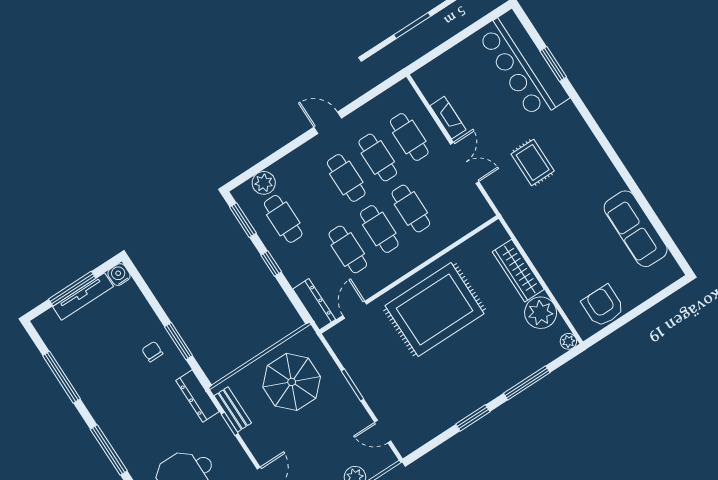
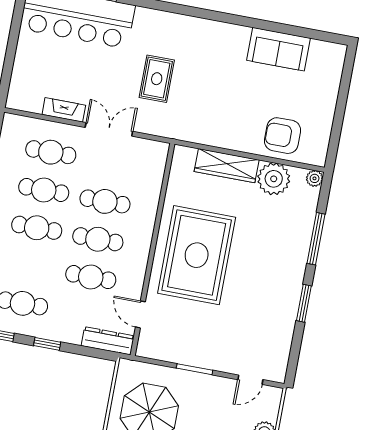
rug: (533, 162) -> (157, 79), turned 90
sofa: (636, 229) -> (278, 49), width x0.73
armchair: (603, 306) -> (283, 136), moved

